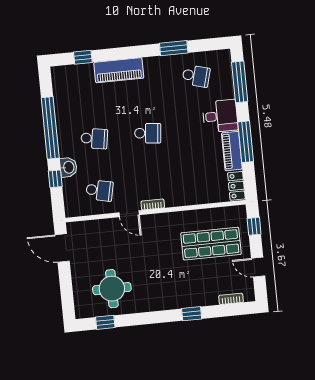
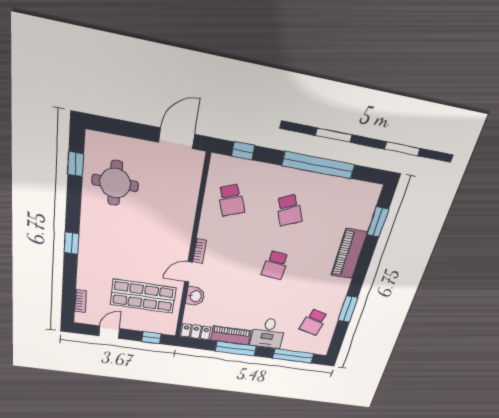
window: (83, 57) -> (378, 222), width x1.50
school desk: (94, 139) -> (289, 210), turned -33
washbasin: (68, 167) -> (195, 296), moved, turned -90
window: (55, 179) -> (243, 151), moved
school desk: (99, 190) -> (231, 200), turned -33
door: (129, 214) -> (188, 272), moved
shop shelf: (211, 244) -> (143, 296), turned 90
window: (192, 314) -> (72, 243), moved

